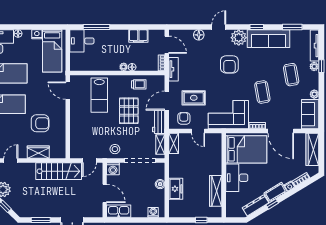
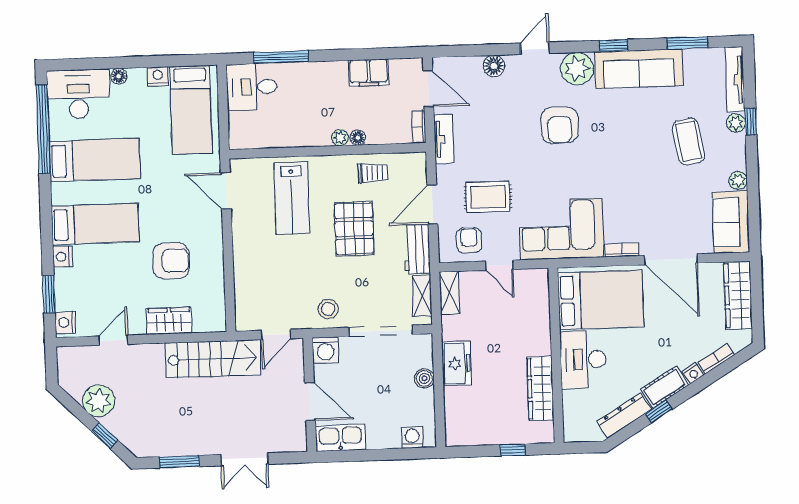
coffee table: (262, 92) -> (630, 180), removed
freezer: (176, 189) -> (457, 363), moved

